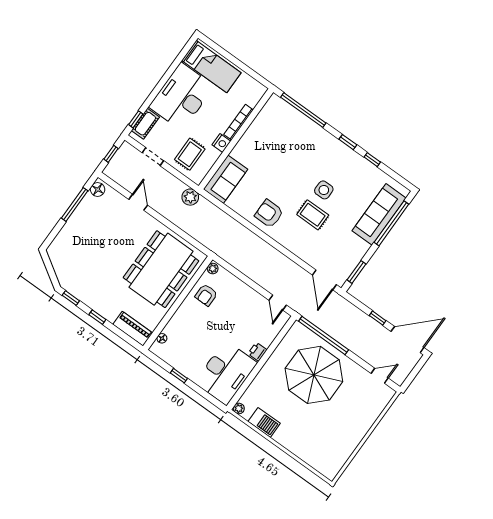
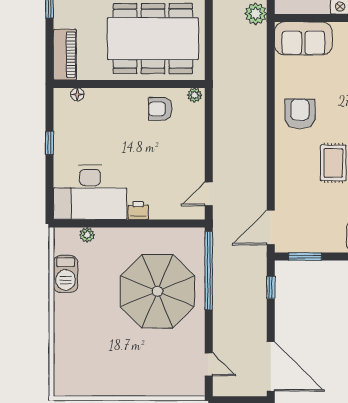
window: (378, 318) -> (271, 287), moved
plant: (239, 408) -> (87, 235), moved

